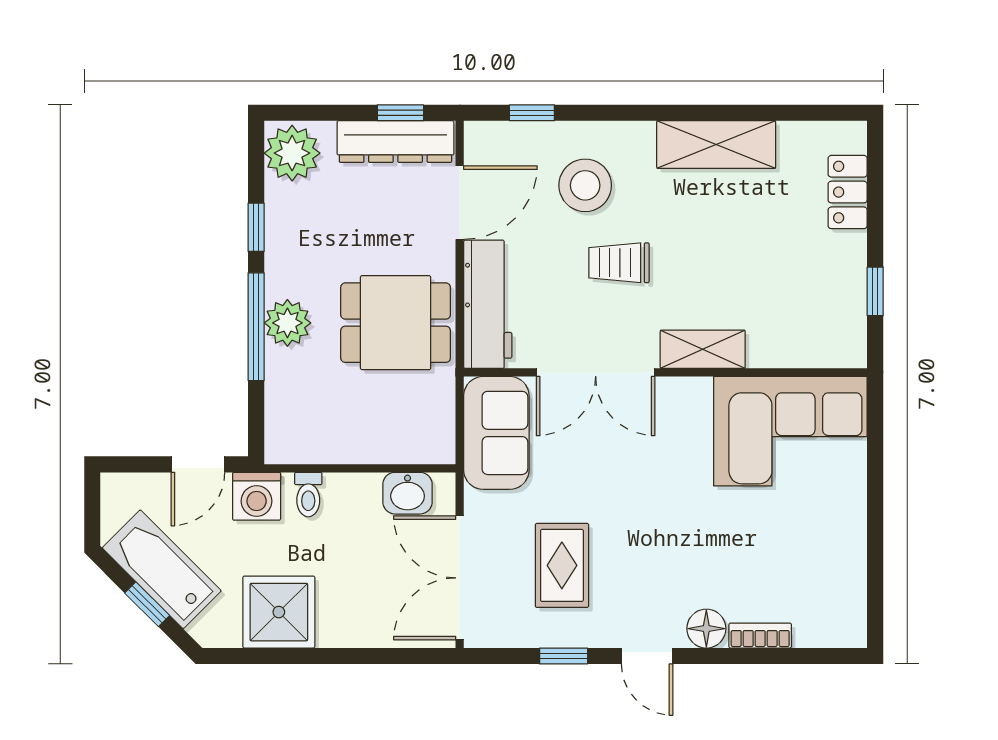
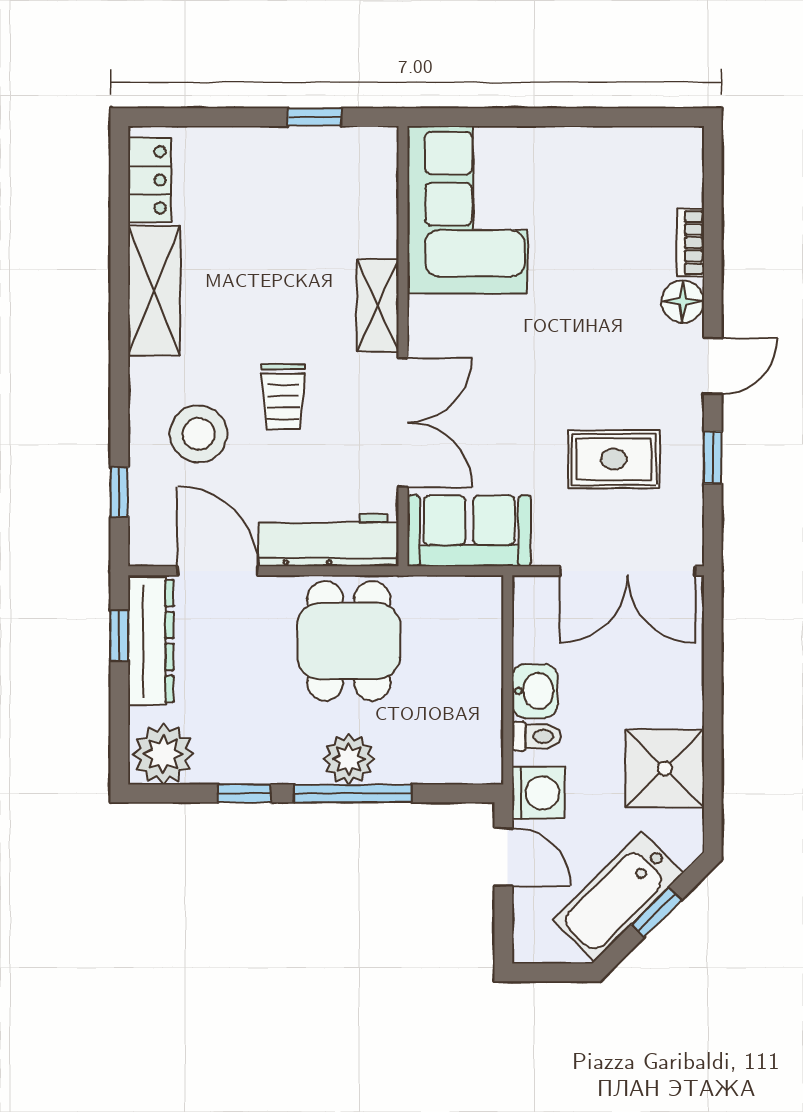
locker: (848, 192) -> (149, 180), moved, turned -90
washbasin: (408, 493) -> (535, 691), moved

